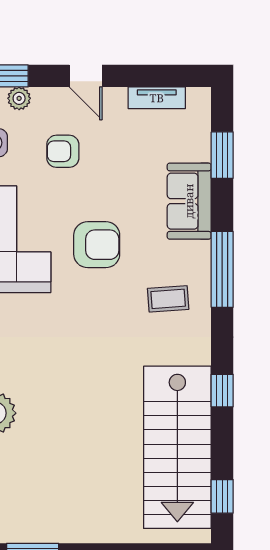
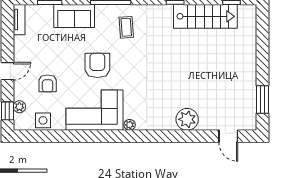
tv unit: (157, 98) -> (19, 20), moved
stairs: (177, 447) -> (205, 16), width x0.73, depth x0.66

